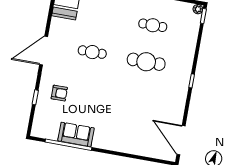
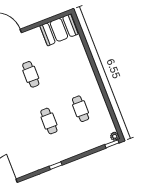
cafe table: (146, 62) -> (49, 121), width x0.73, depth x0.74

